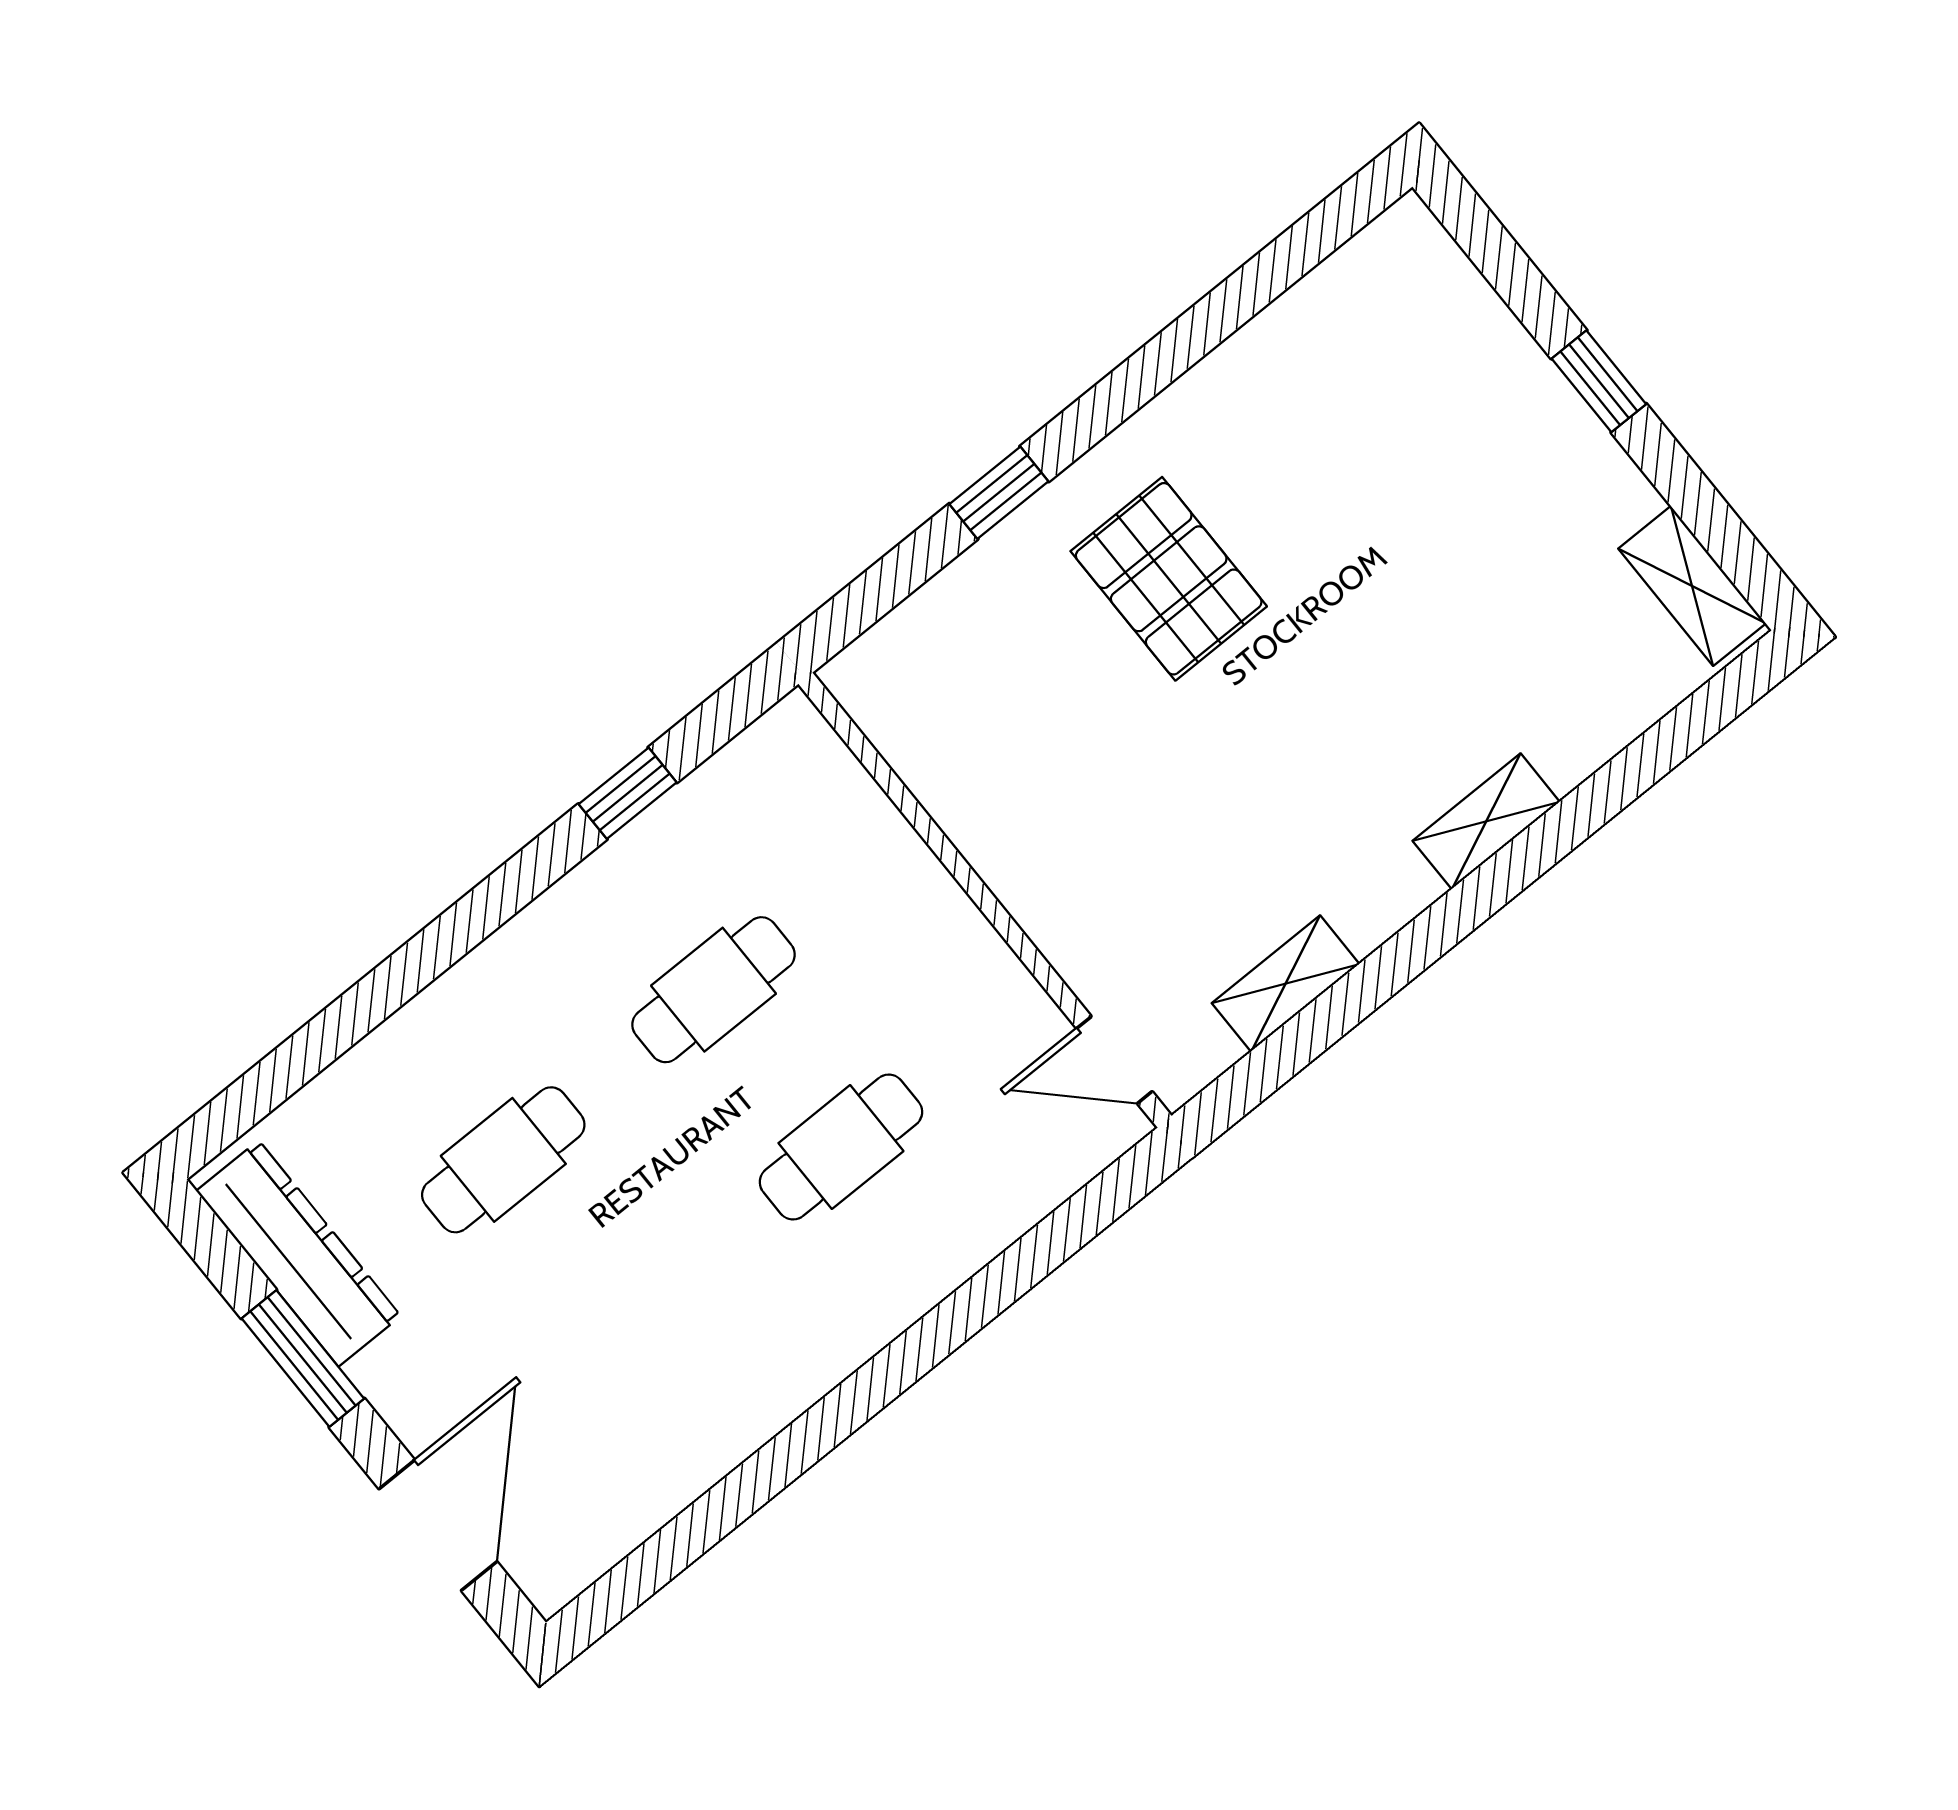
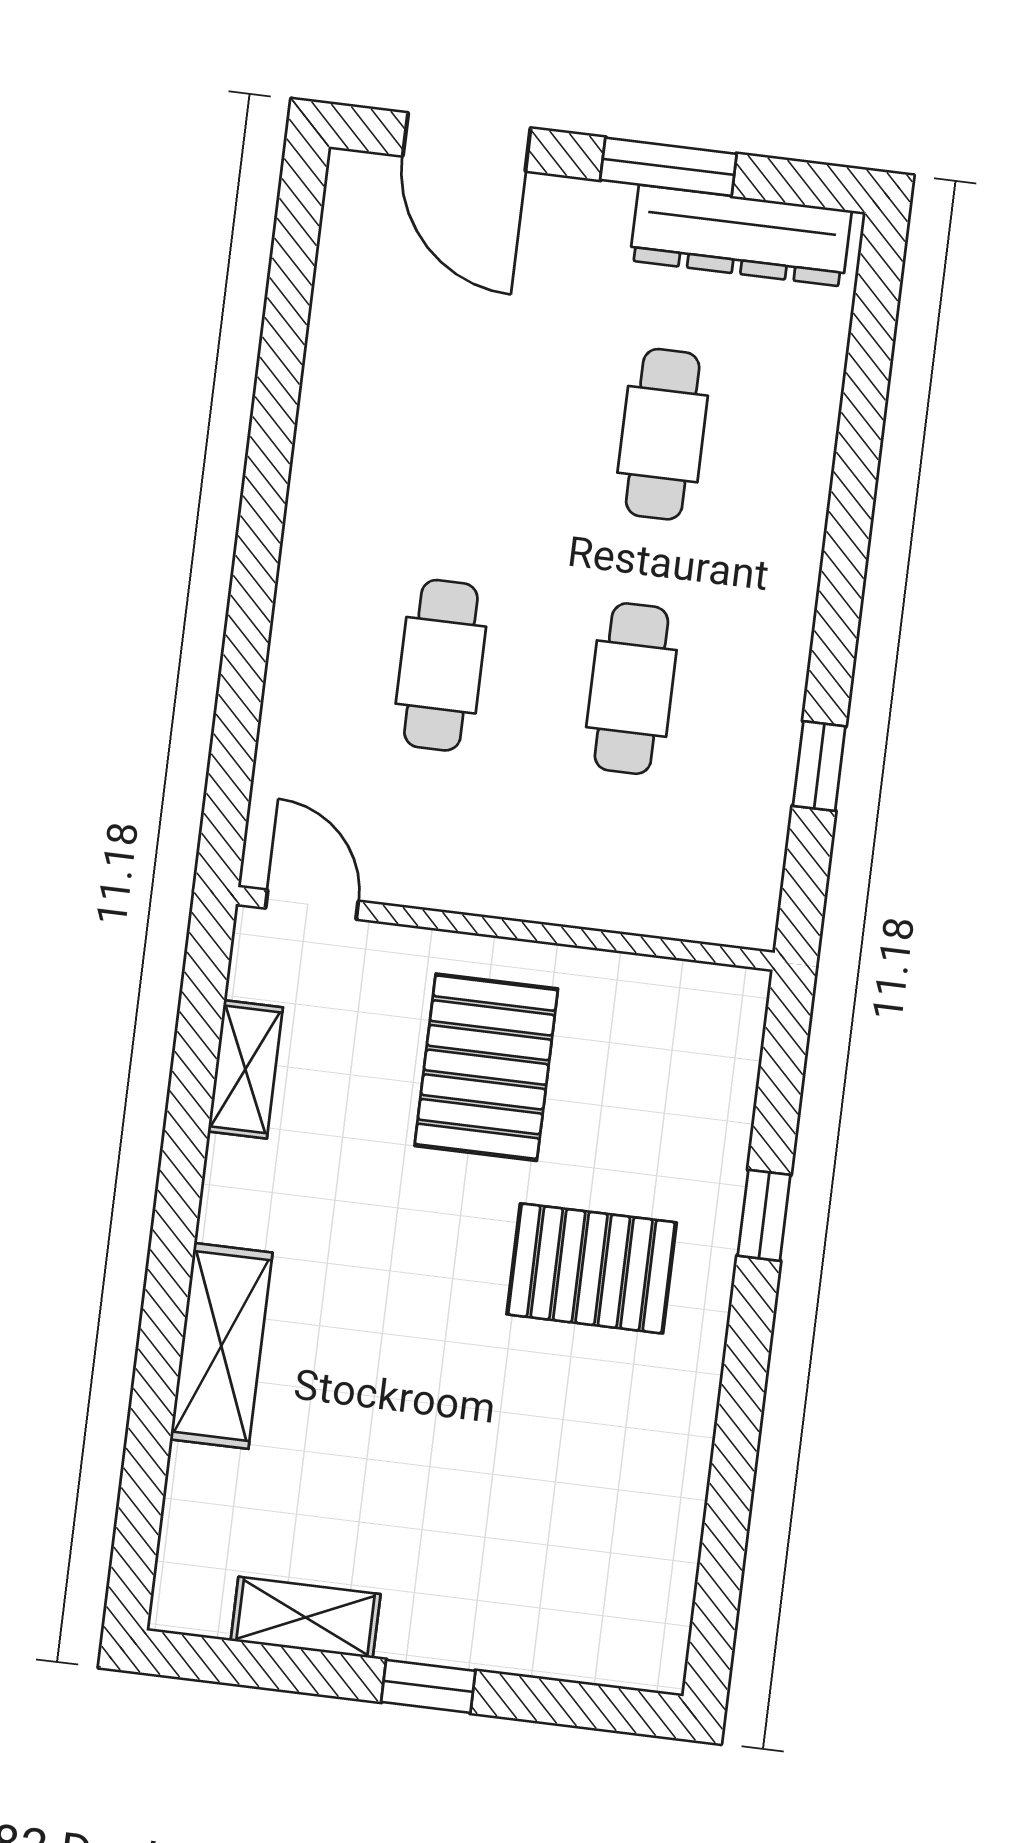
shelving: (1692, 586) -> (306, 1617), moved
pallet: (1101, 809) -> (486, 1067), added
shelving: (1486, 821) -> (221, 1346), width x1.50, depth x1.33
door: (1114, 1060) -> (312, 905), hinge flipped

